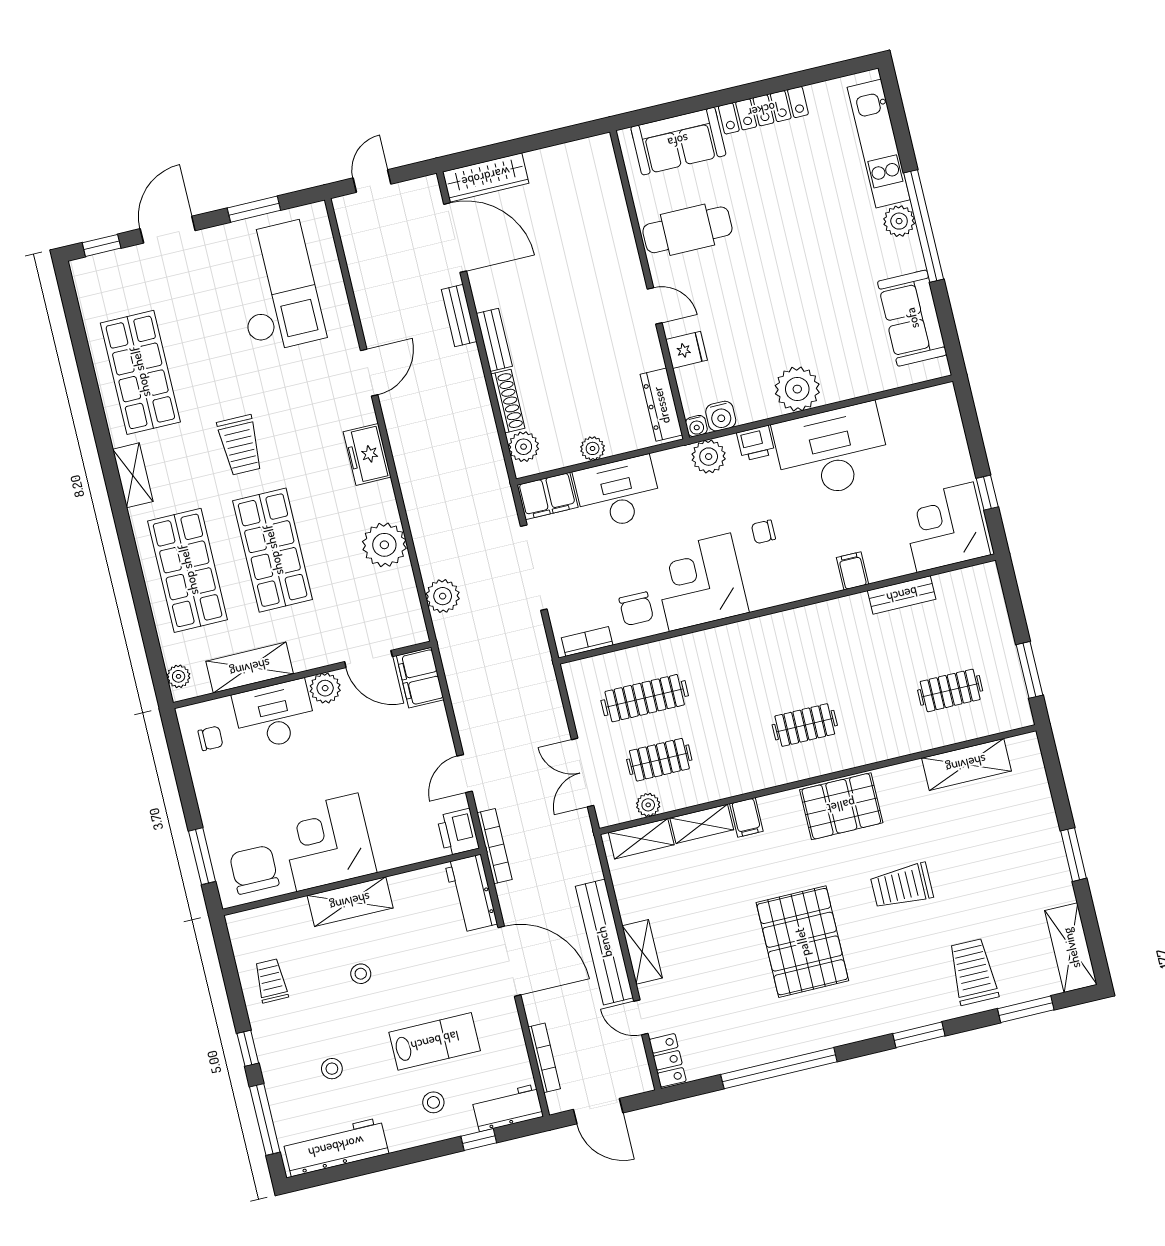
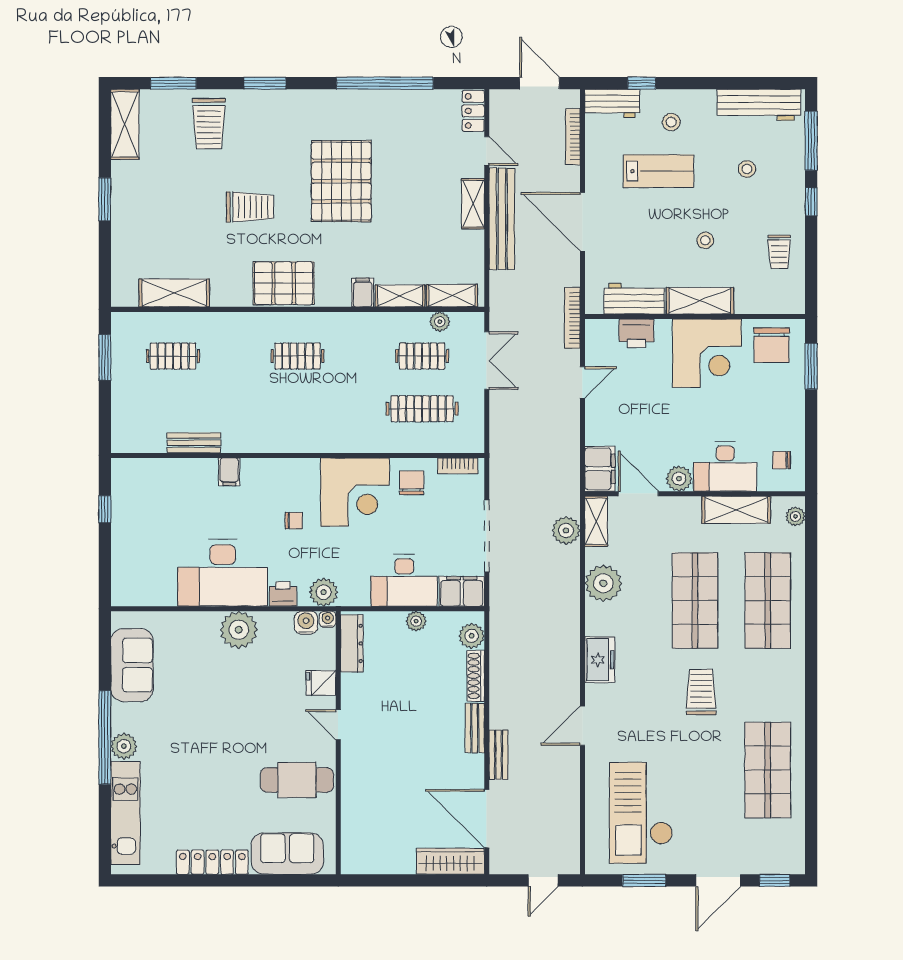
shelving: (133, 475) -> (596, 521), moved
corner desk: (945, 527) -> (146, 489), removed
printer: (458, 832) -> (636, 333), moved, turned 90
workbench: (471, 893) -> (634, 299), moved, turned -90
lab bench: (435, 1041) -> (658, 171), turned 180

